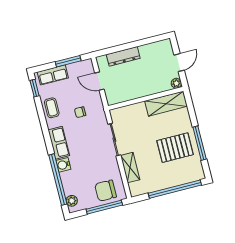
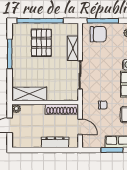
window: (68, 61) -> (112, 150), moved
shoe rack: (125, 96) -> (62, 109), added
pallet: (175, 148) -> (41, 43), moved, turned 90

